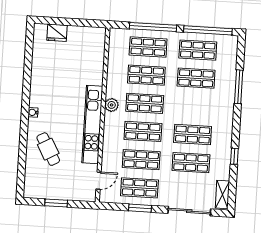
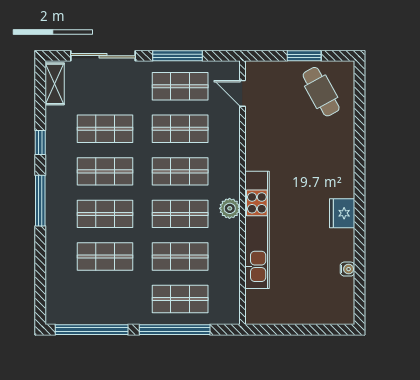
fridge: (57, 33) -> (342, 213), moved, turned -90
shop shelf: (198, 50) -> (105, 214), moved
window: (239, 87) -> (40, 201), moved
water cooler: (33, 112) -> (347, 269), moved
kitchen unit: (92, 124) -> (257, 230), moved
cafe table: (48, 149) -> (321, 92), moved
door: (99, 181) -> (242, 93), hinge flipped
window: (140, 208) -> (177, 56), width x1.44

